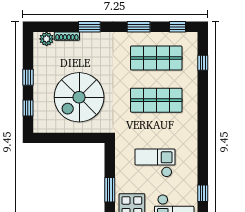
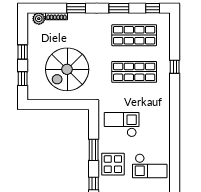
window: (203, 63) -> (175, 67), moved
checkout: (155, 163) -> (122, 125), moved
window: (203, 193) -> (175, 153), removed

